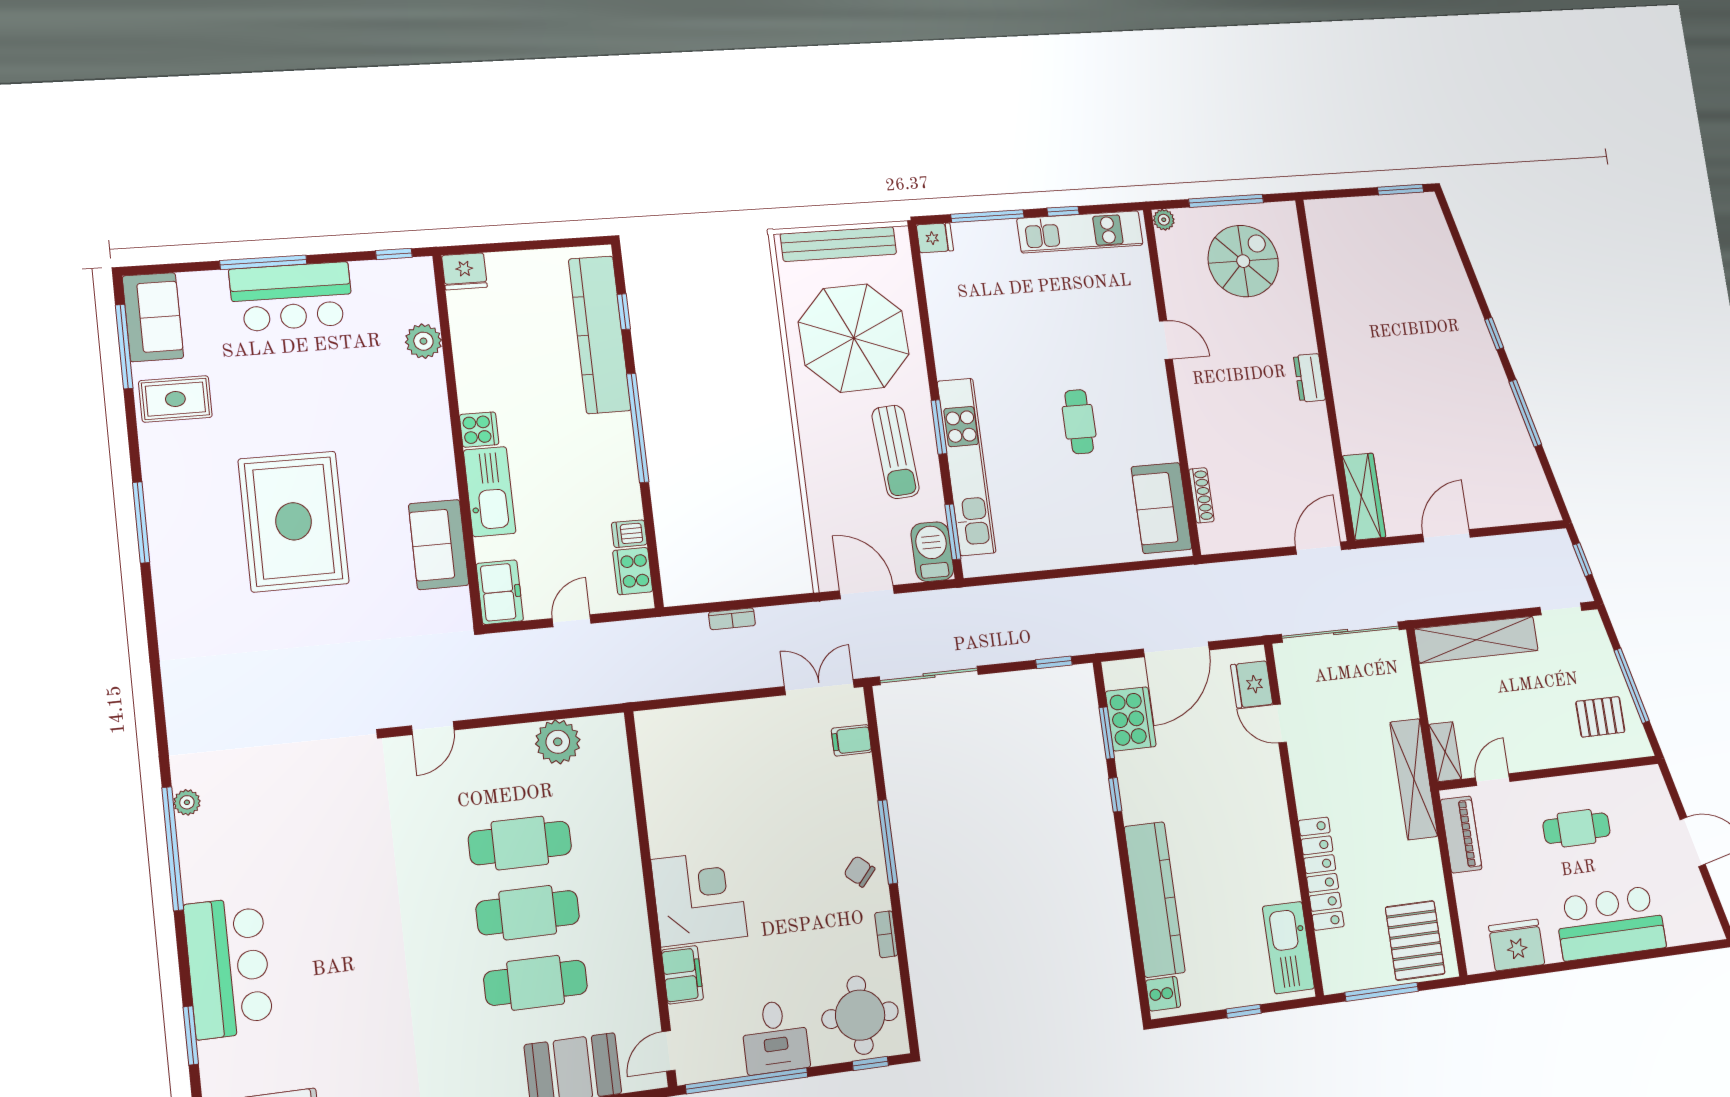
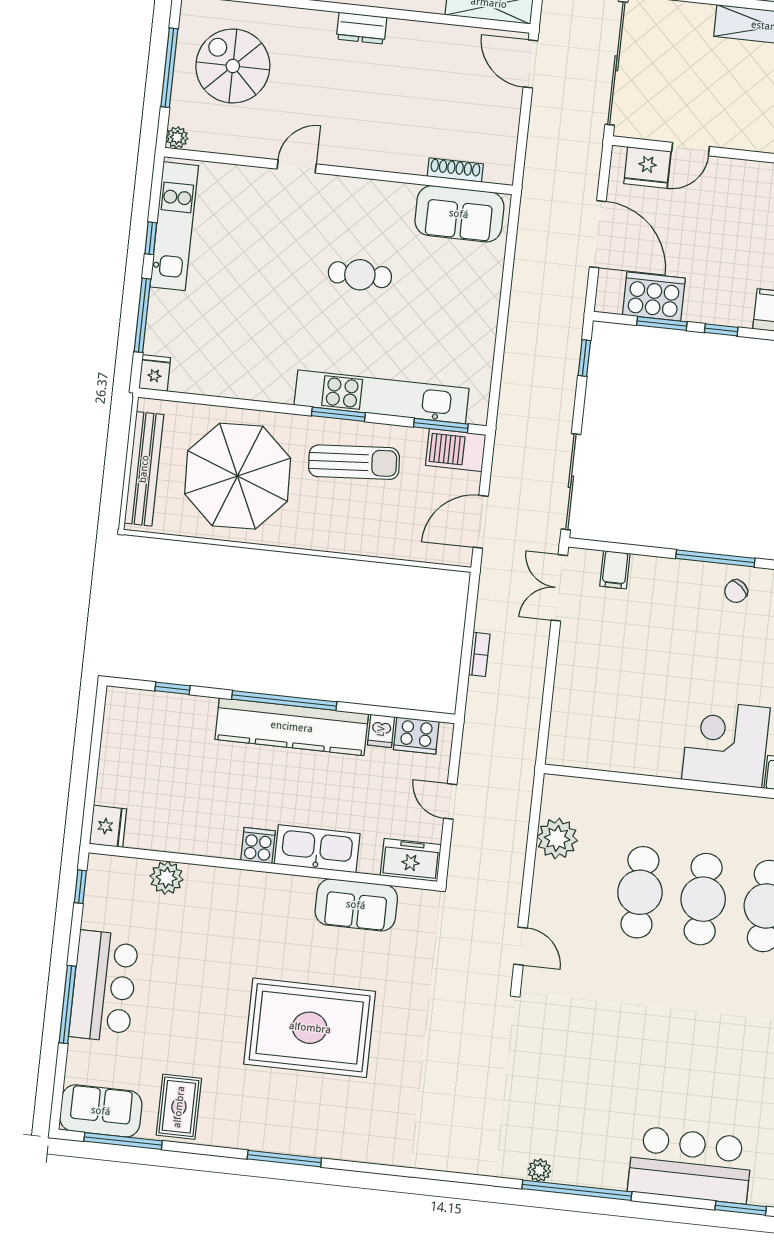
kitchen counter: (600, 335) -> (292, 727), moved

